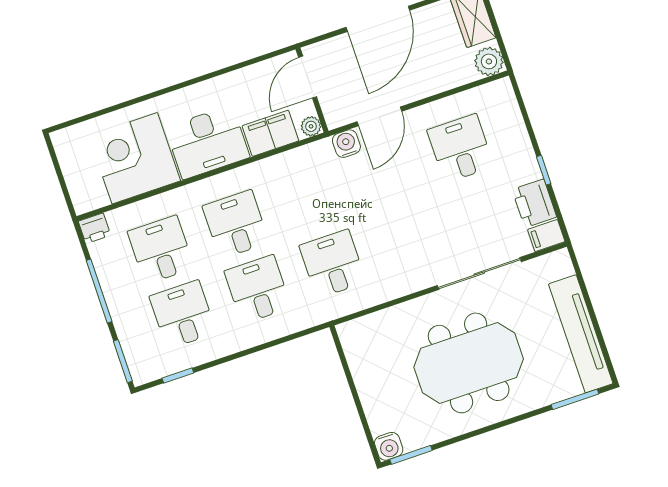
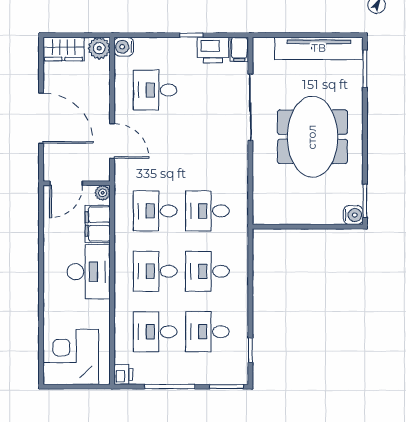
door: (308, 77) -> (66, 183), hinge flipped
water cooler: (346, 144) -> (124, 47), moved
corner desk: (135, 158) -> (71, 357), moved, turned 90
desk: (311, 199) -> (155, 211), added

